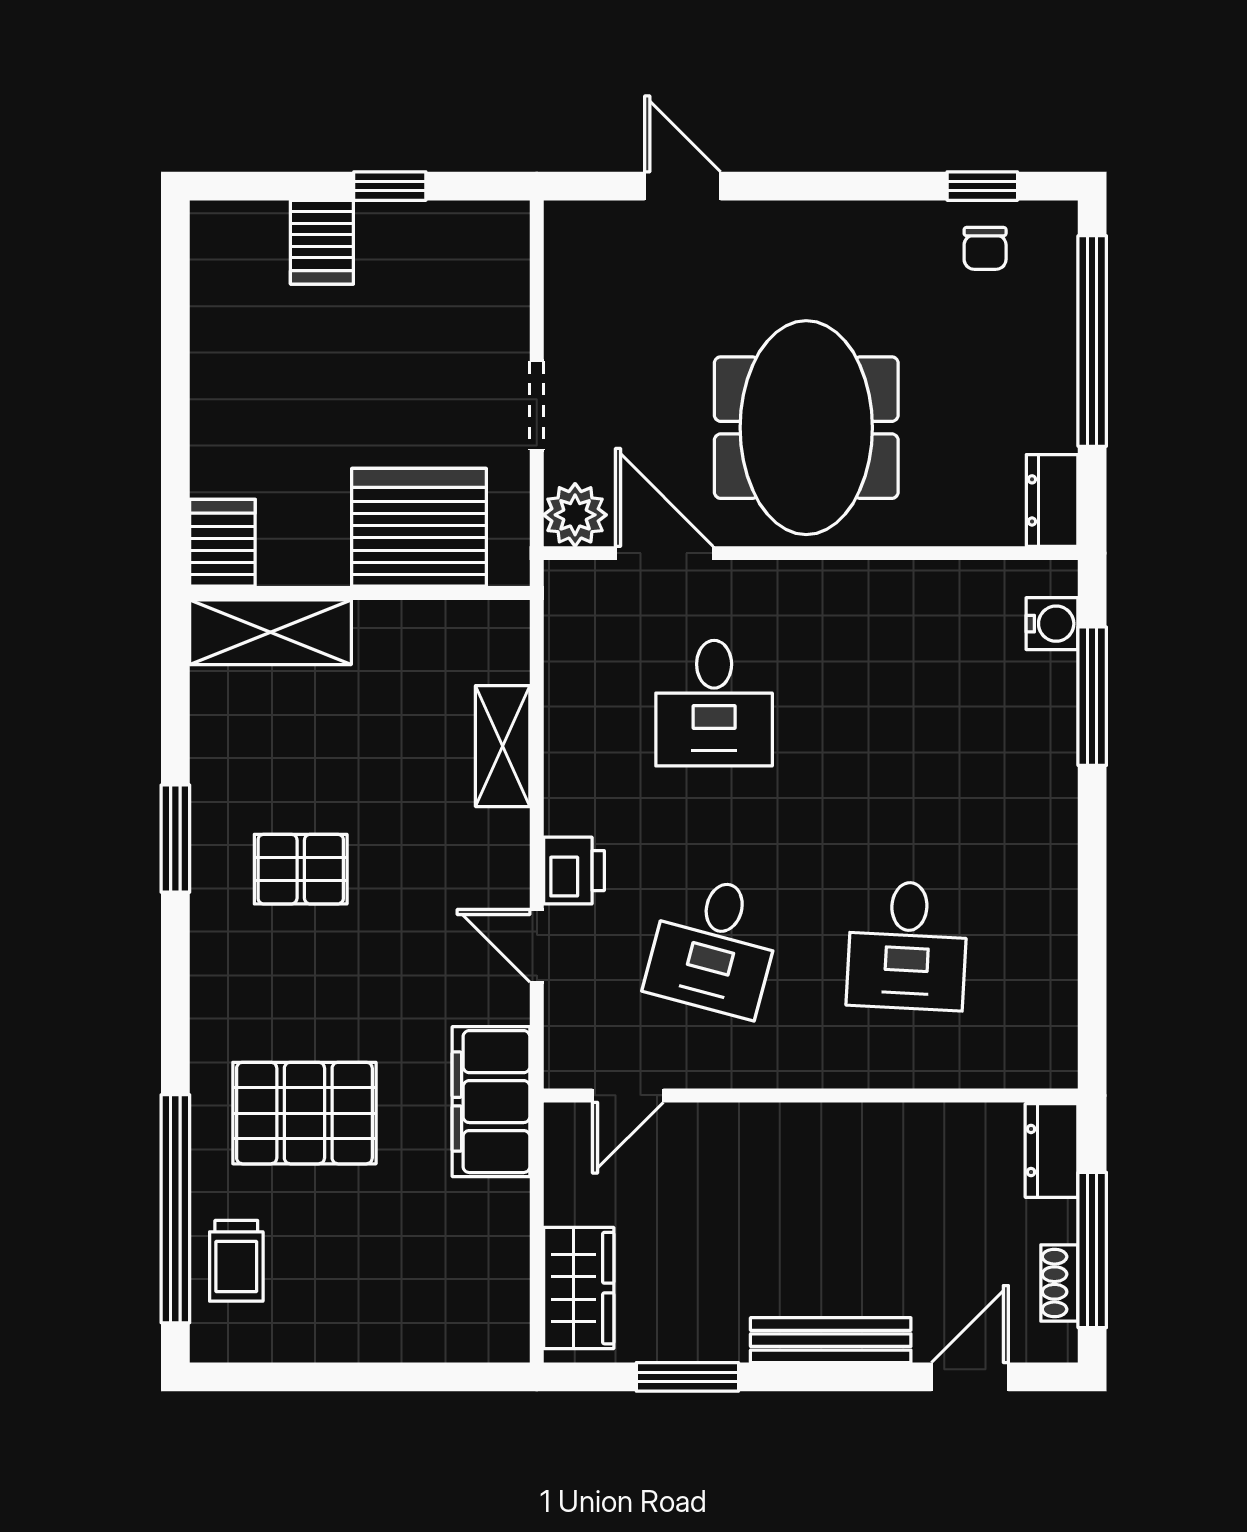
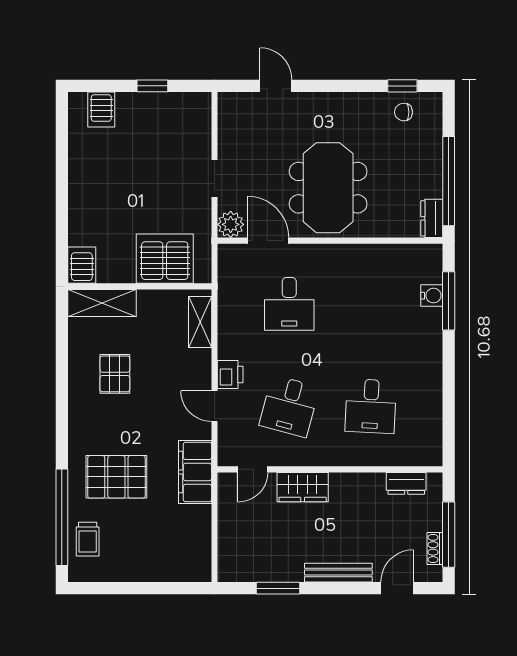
server rack: (322, 242) -> (101, 109), moved
chair: (985, 248) -> (404, 112), turned 90
window: (1092, 341) -> (449, 181), moved
server rack: (419, 527) -> (165, 259), moved
server rack: (222, 543) -> (82, 265), moved
wall: (360, 593) -> (140, 286), moved
water cooler: (1052, 624) -> (432, 296), moved
shelving: (270, 632) -> (102, 303), moved
window: (175, 839) -> (62, 361), removed
pallet: (301, 869) -> (115, 374), turned 90
dresser: (1052, 1150) -> (406, 483), moved, turned -90
wardrobe: (579, 1288) -> (303, 487), moved, turned 90

